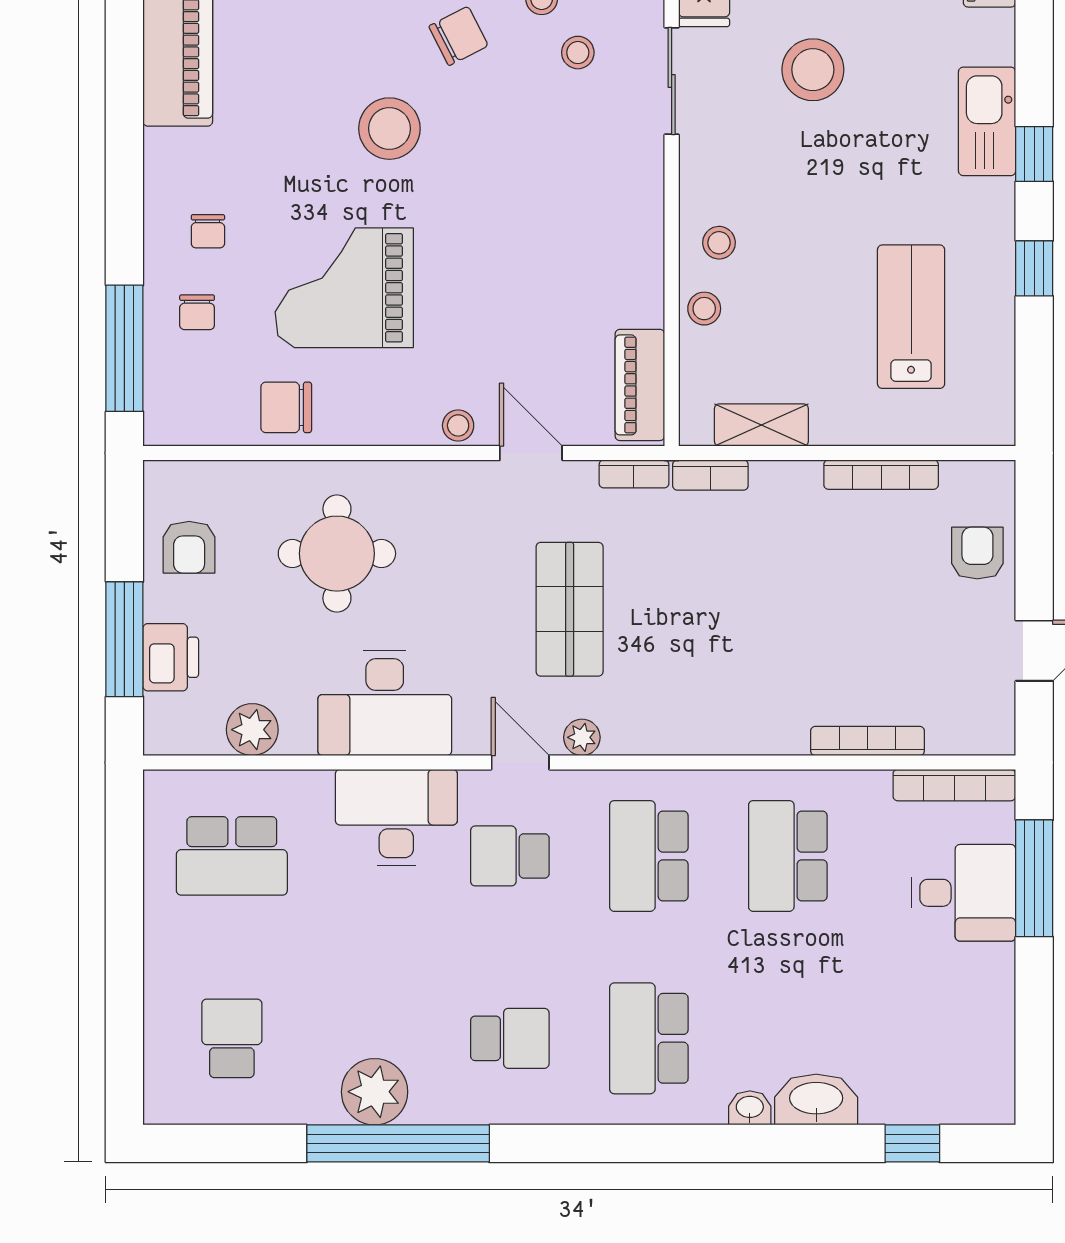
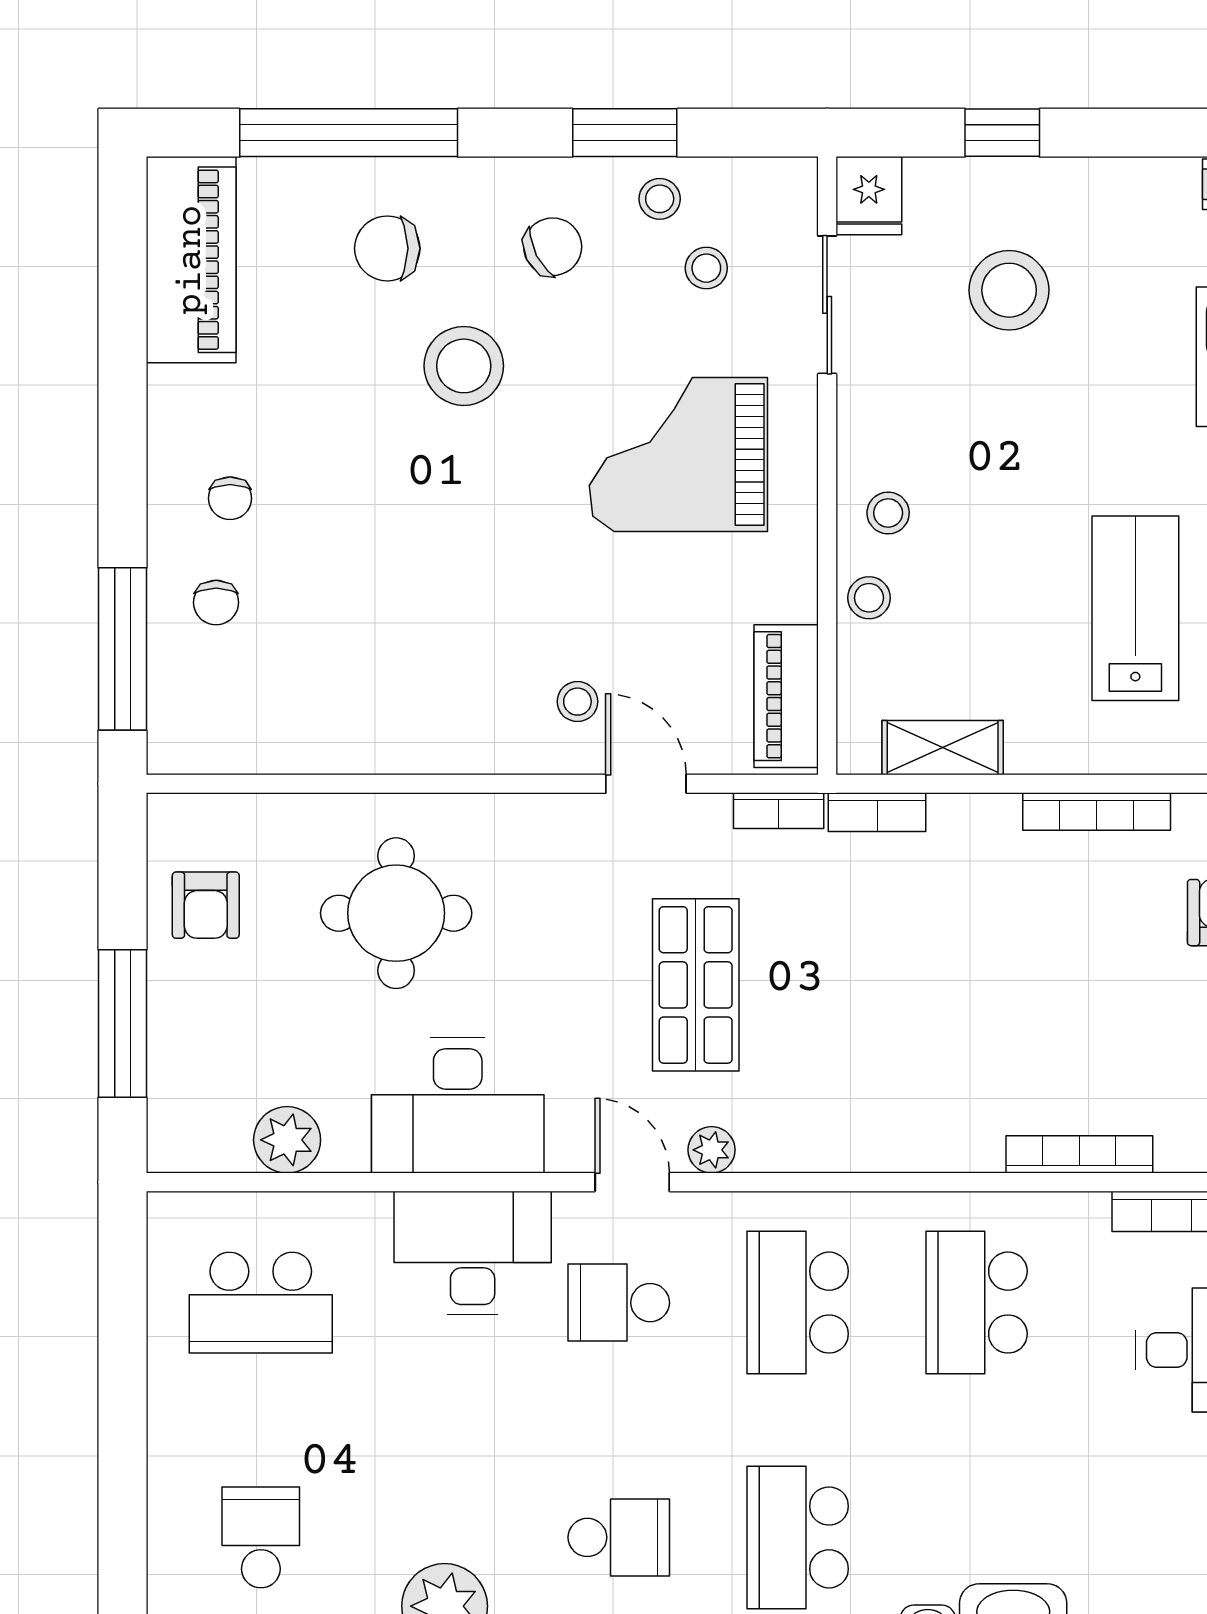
grand piano: (344, 288) -> (678, 454), moved
chair: (286, 407) -> (387, 248), moved
stool: (458, 425) -> (577, 702), moved
printer: (171, 657) -> (182, 1047), removed

